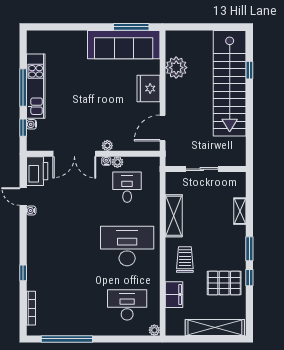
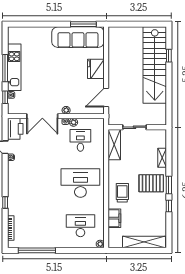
plant: (176, 68) -> (116, 54), removed
shelving: (174, 216) -> (114, 145), moved
pallet: (224, 283) -> (151, 183), moved

